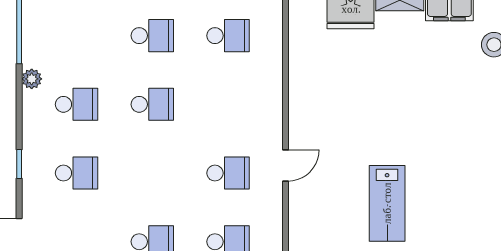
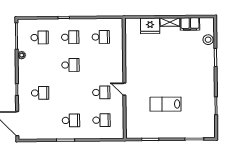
school desk: (77, 104) -> (40, 38), moved
door: (286, 165) -> (124, 89), swing flipped
lab bench: (387, 203) -> (165, 104), turned 90

